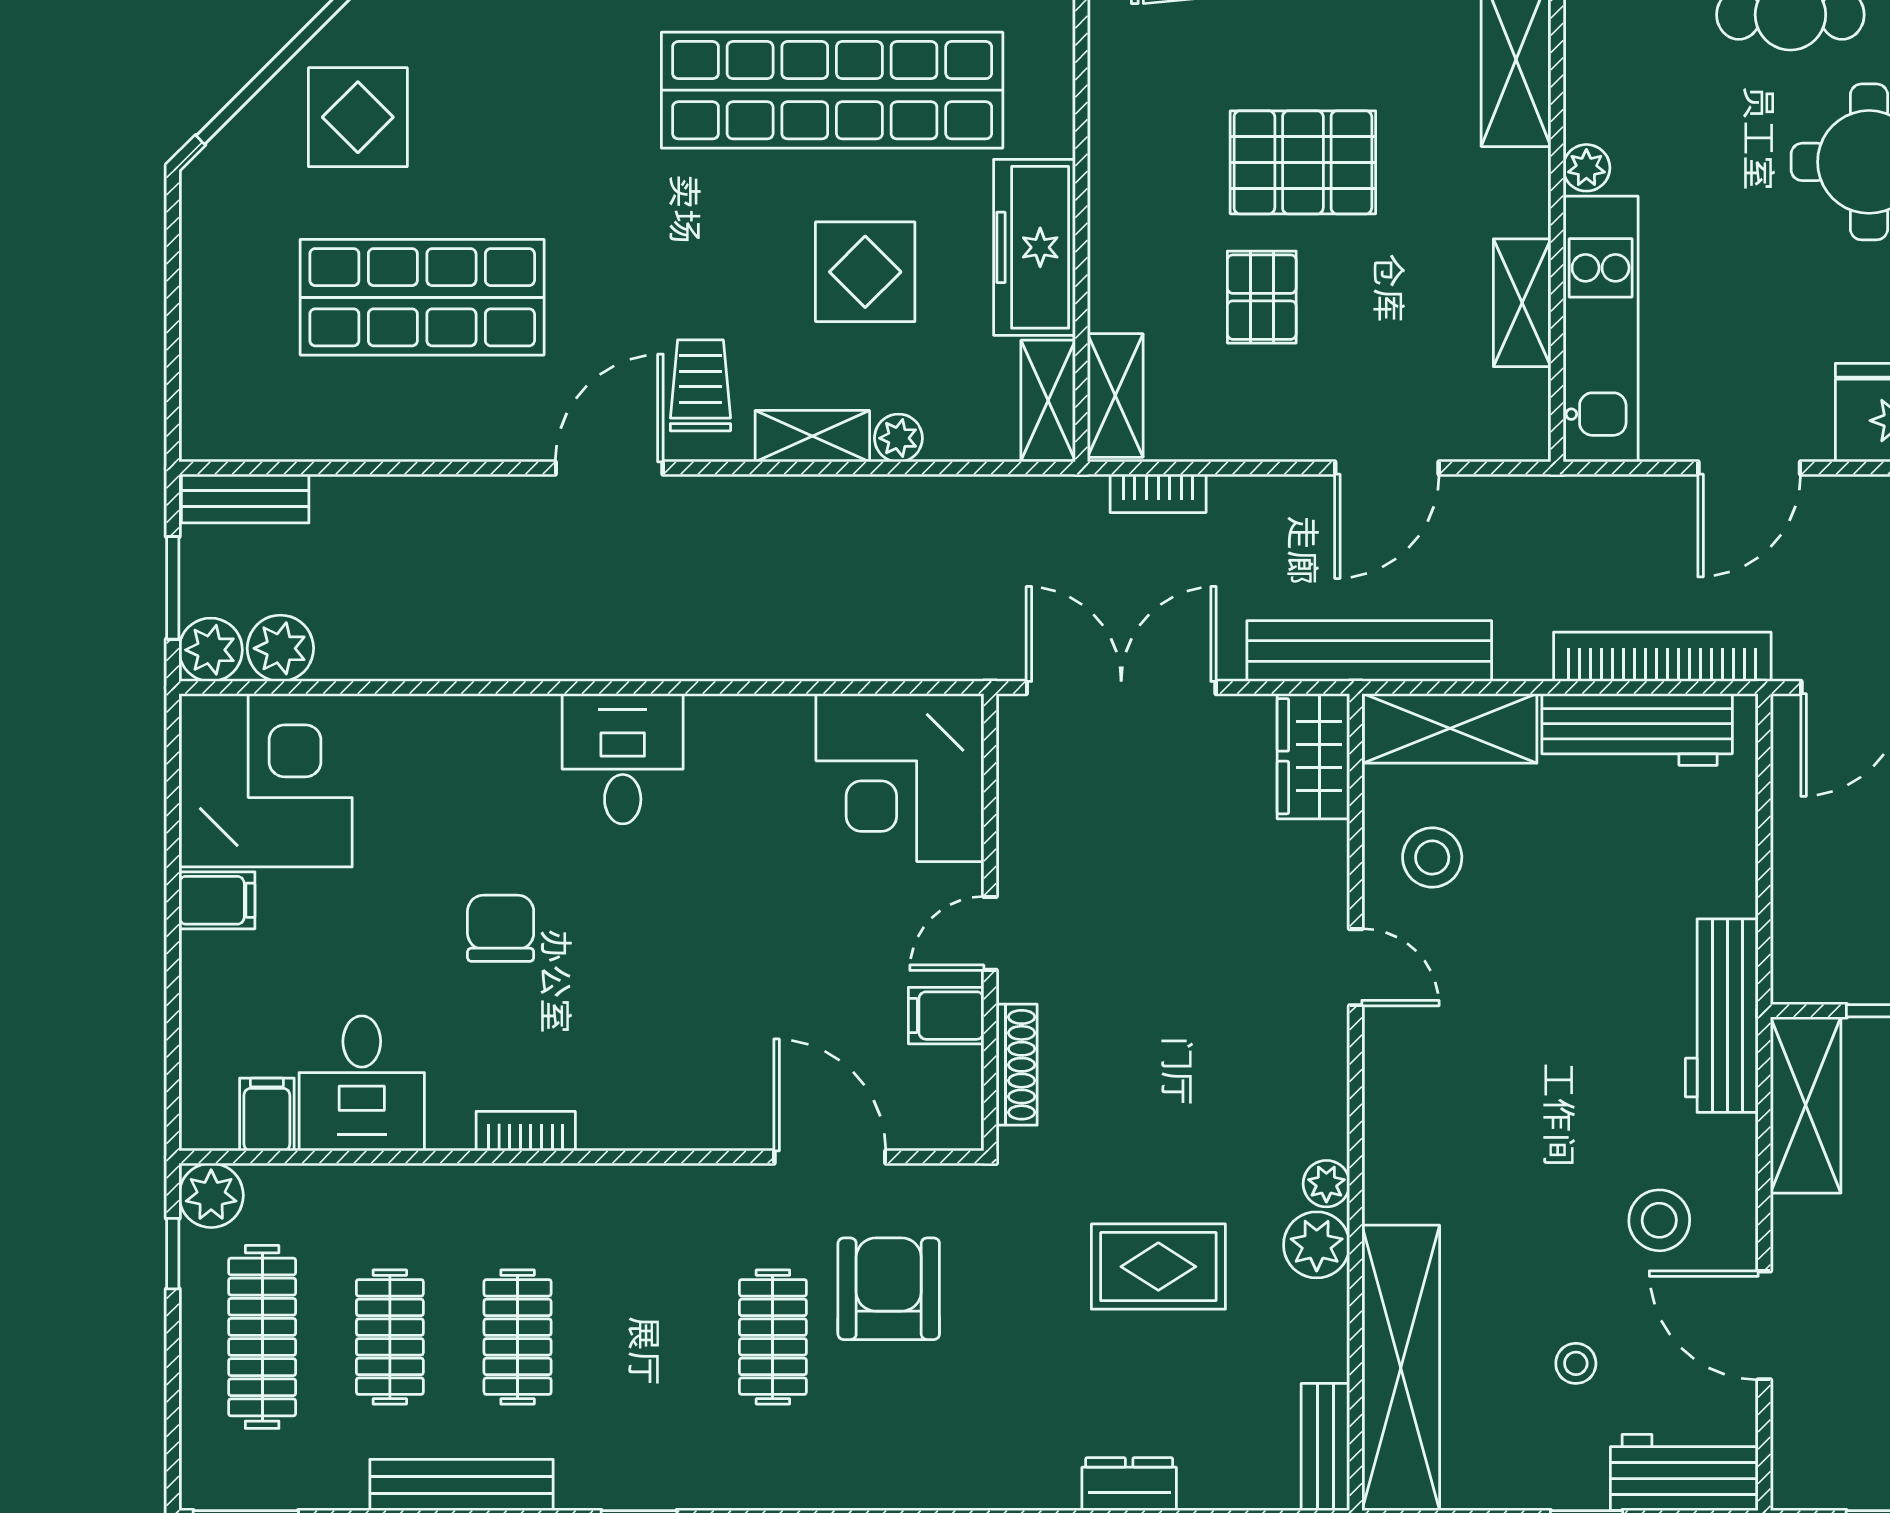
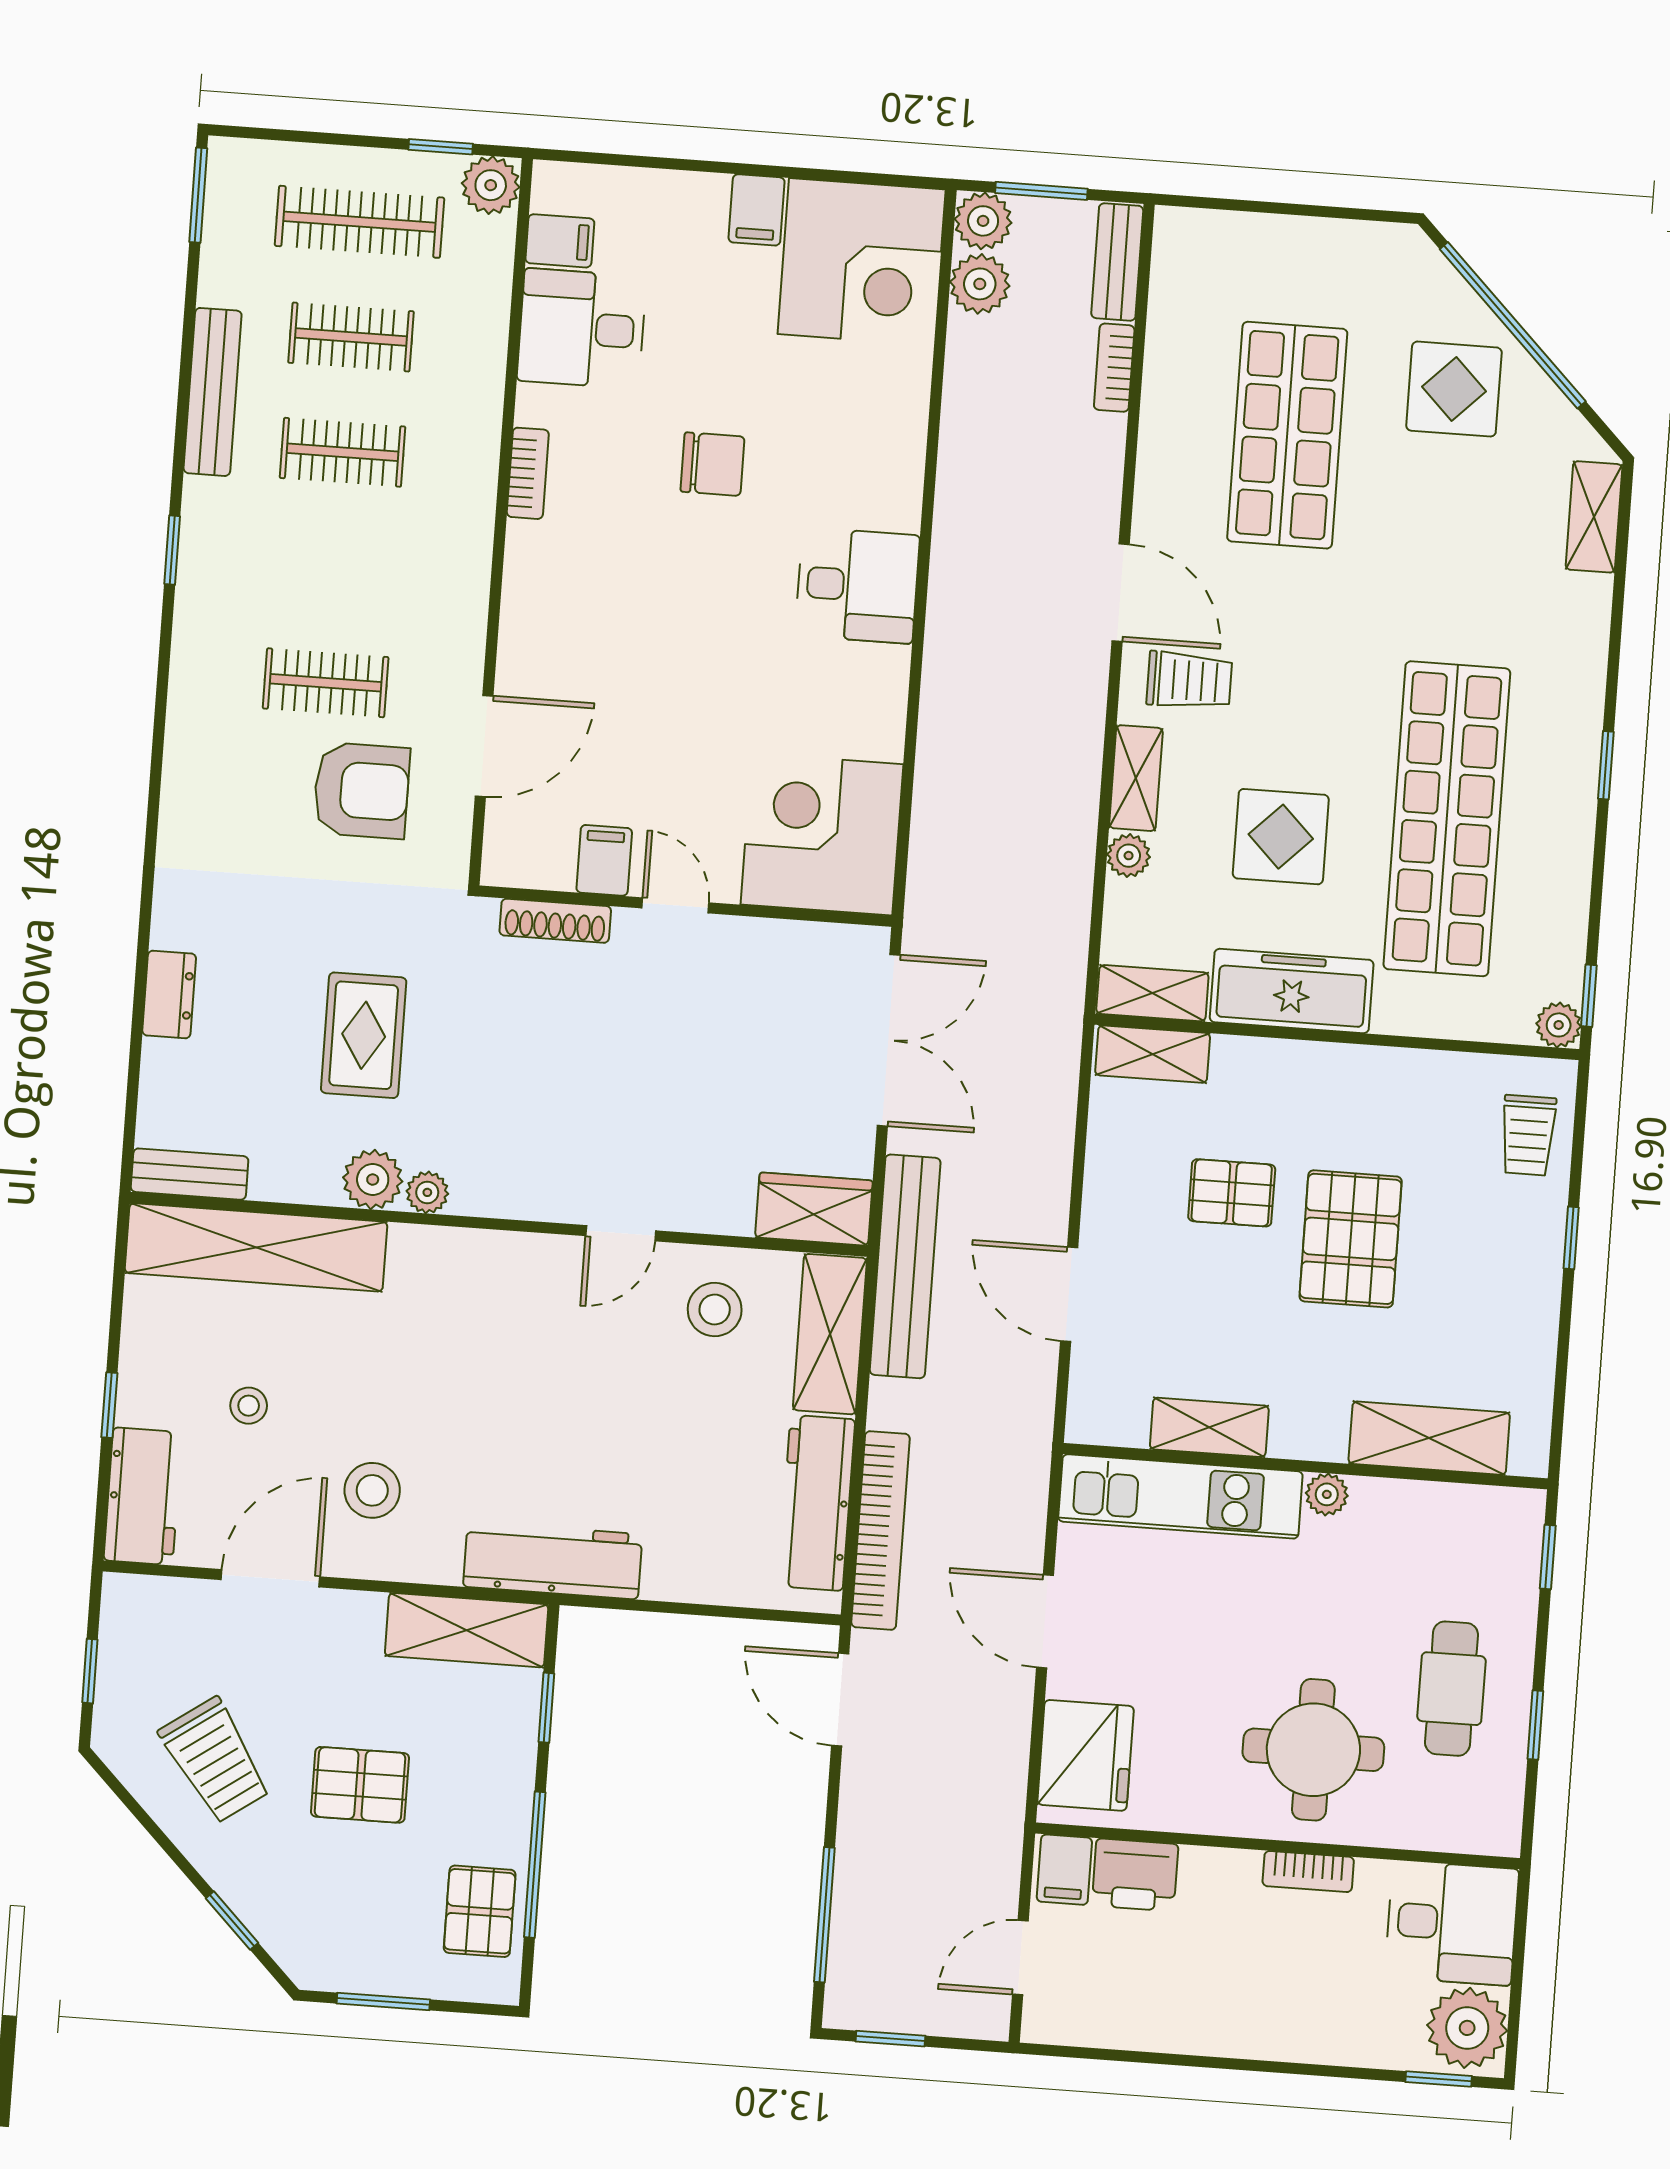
bookcase: (1158, 493) -> (1114, 368), moved

